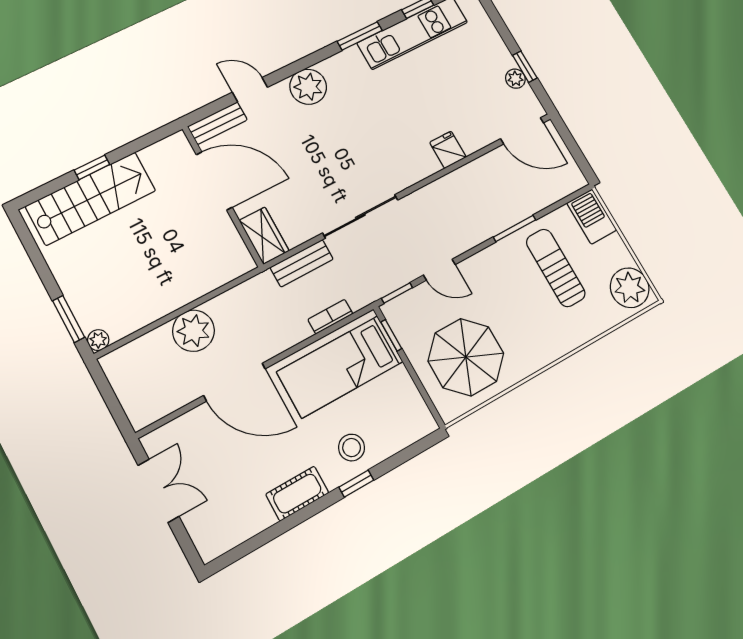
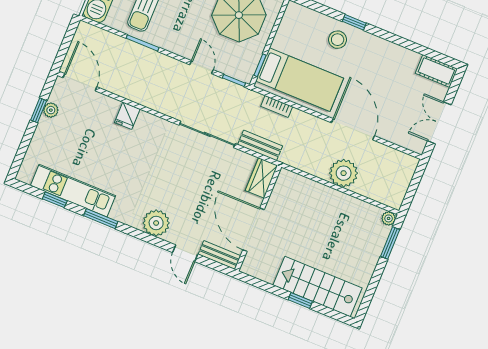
cot: (297, 494) -> (436, 71), moved

